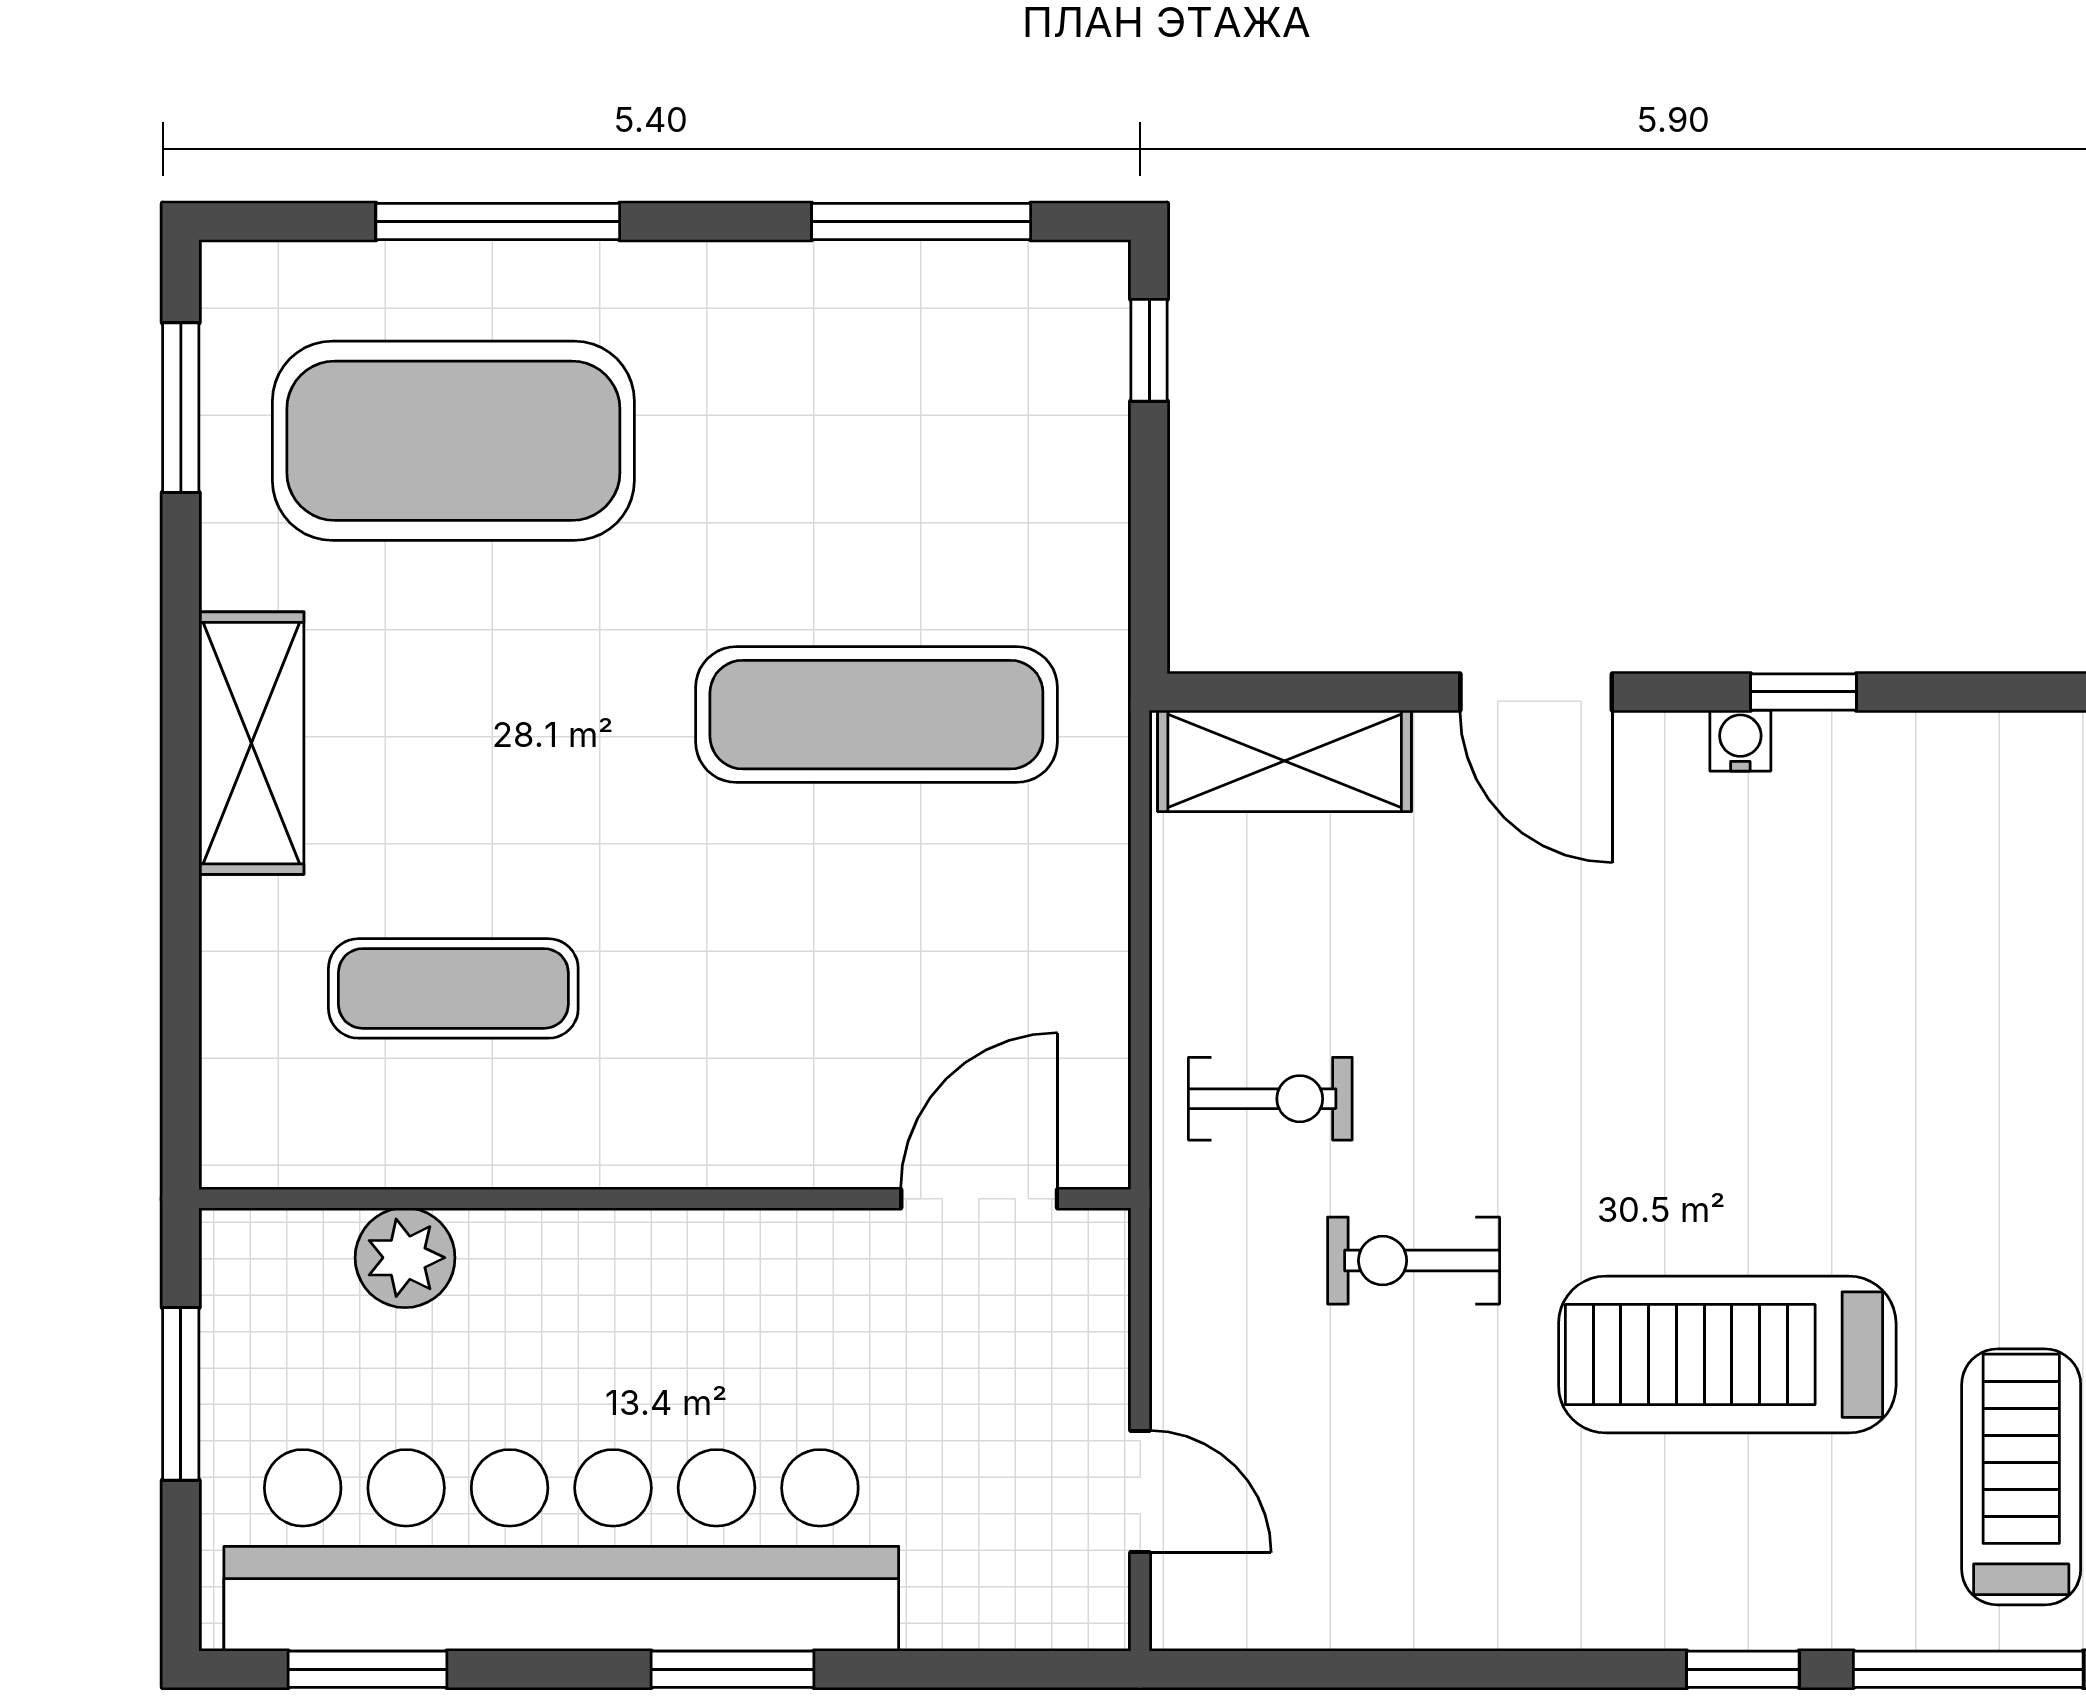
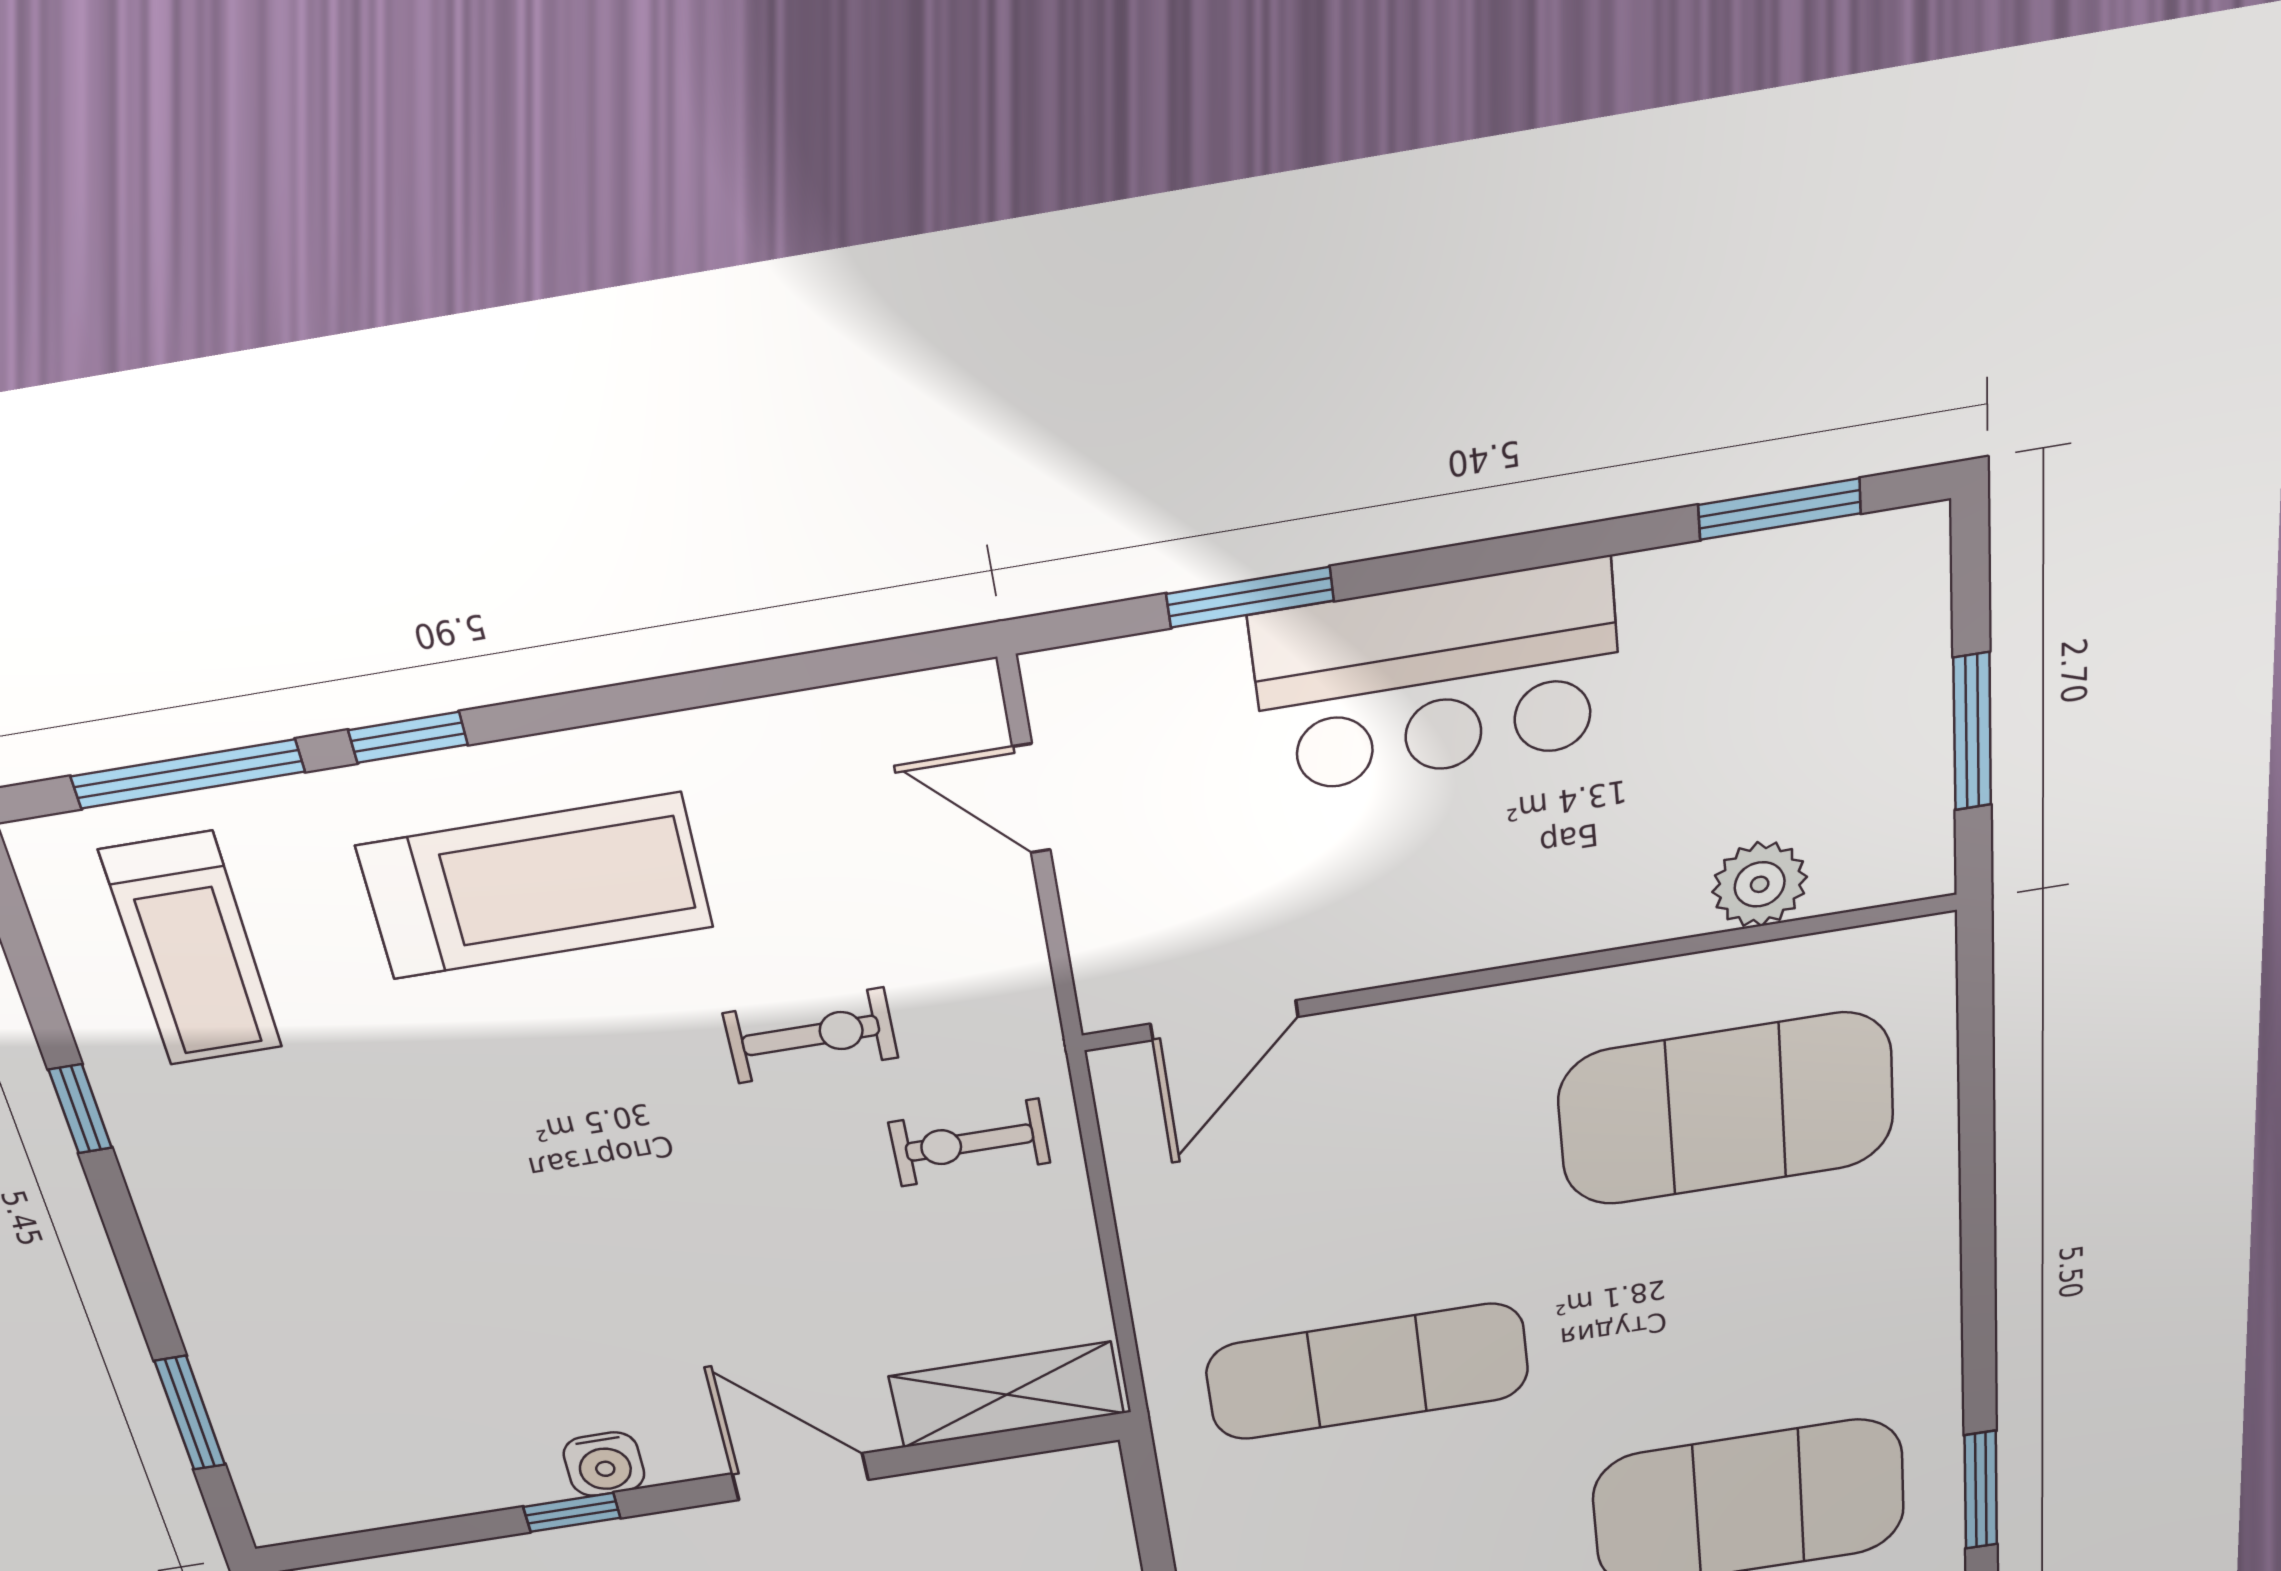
water cooler: (1740, 741) -> (604, 1464), width x1.38, depth x1.38
shelving: (251, 743) -> (1915, 1265), removed
exercise mat: (453, 988) -> (1726, 1109), width x2.00, depth x1.45
treadmill: (1727, 1355) -> (536, 886), moved
bar counter: (561, 1550) -> (1438, 678), width x0.54
window: (732, 1669) -> (1250, 597), moved

